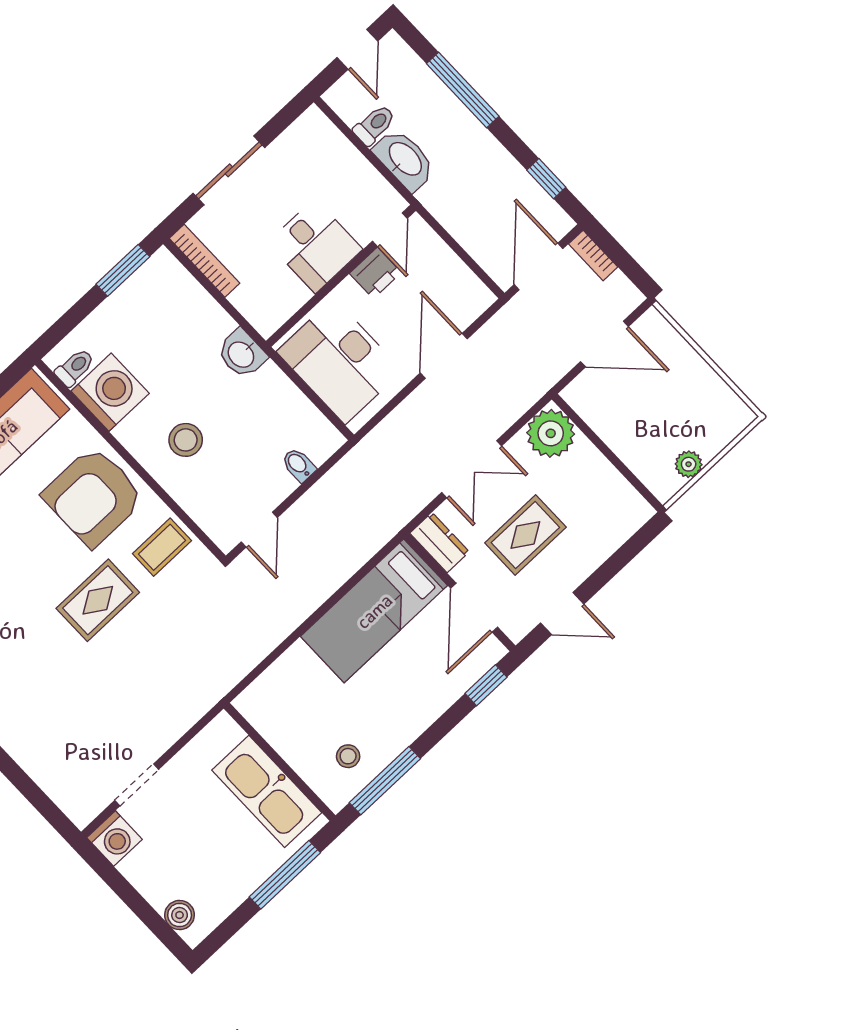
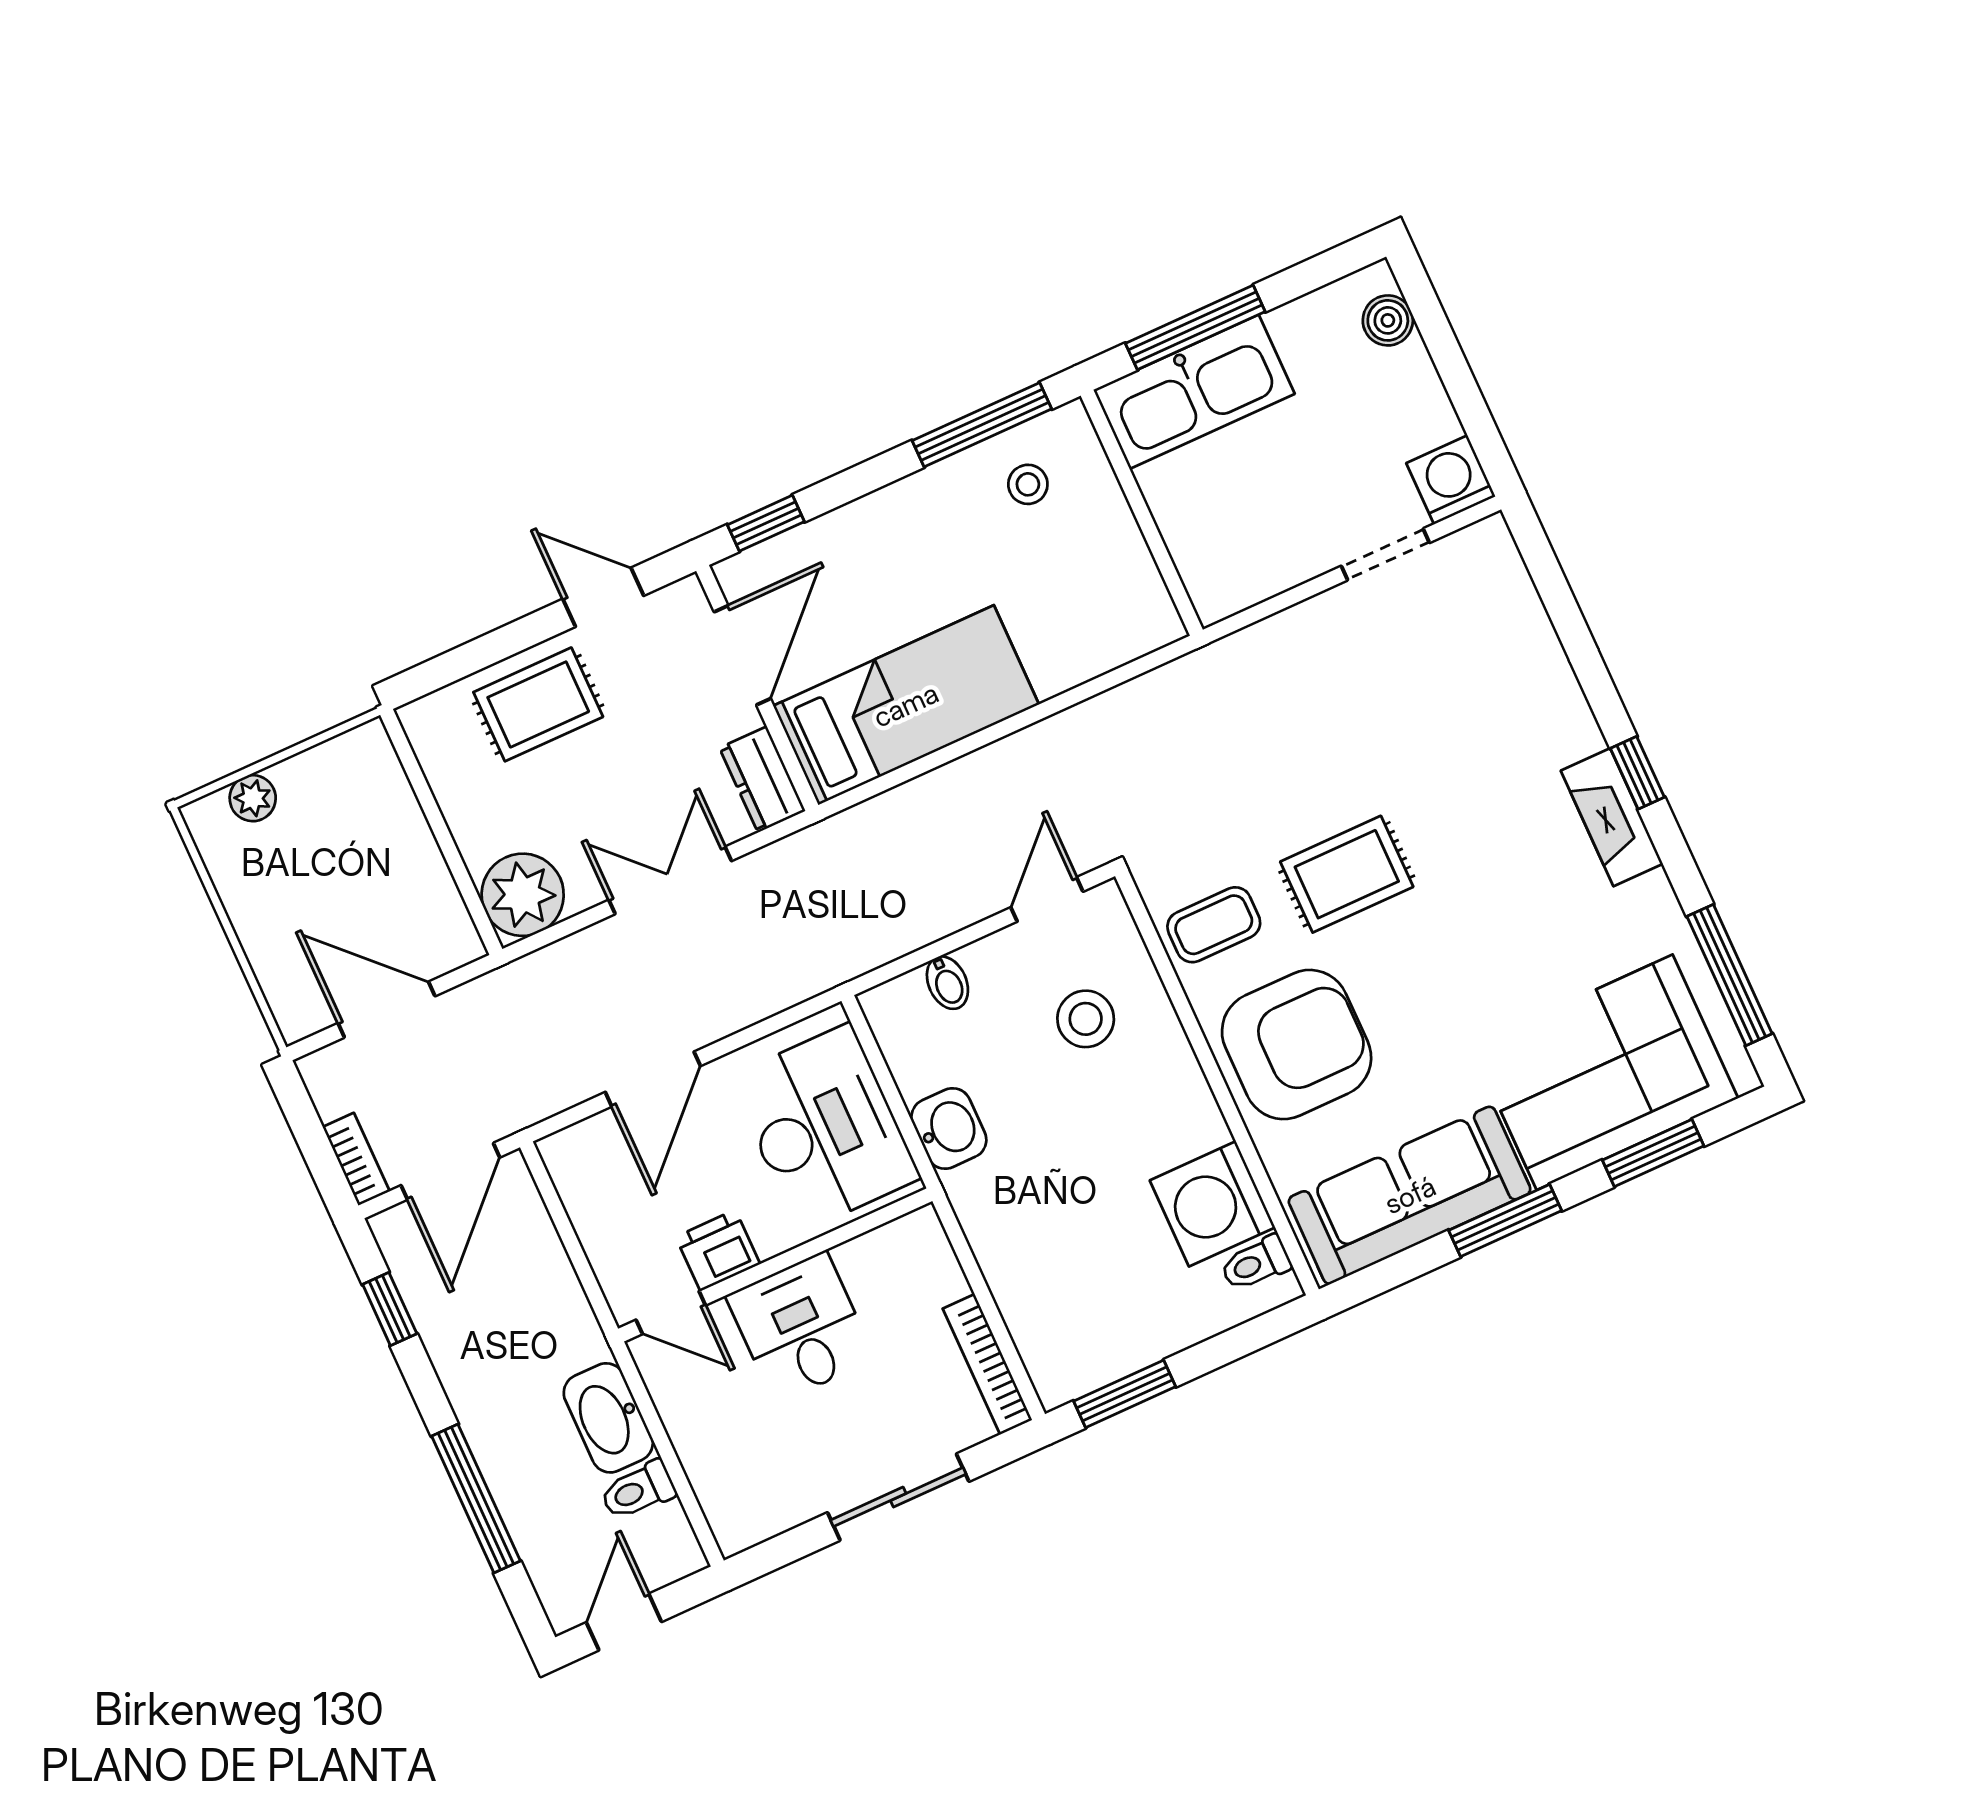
door: (390, 230) -> (671, 1313), swing flipped
washbasin: (242, 354) -> (949, 1128), moved
stool: (186, 440) -> (1086, 1019), moved
plant: (689, 464) -> (253, 798), moved
rug: (525, 535) -> (538, 704), moved
kitchen sink: (267, 791) -> (1194, 392), moved, turned 90

